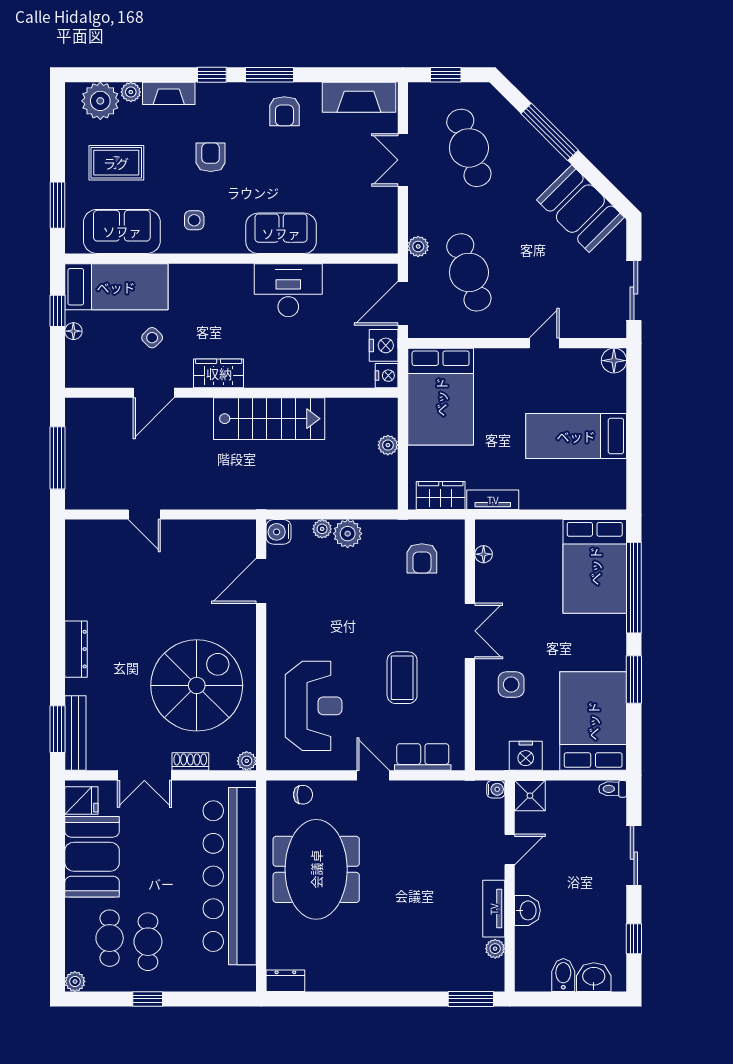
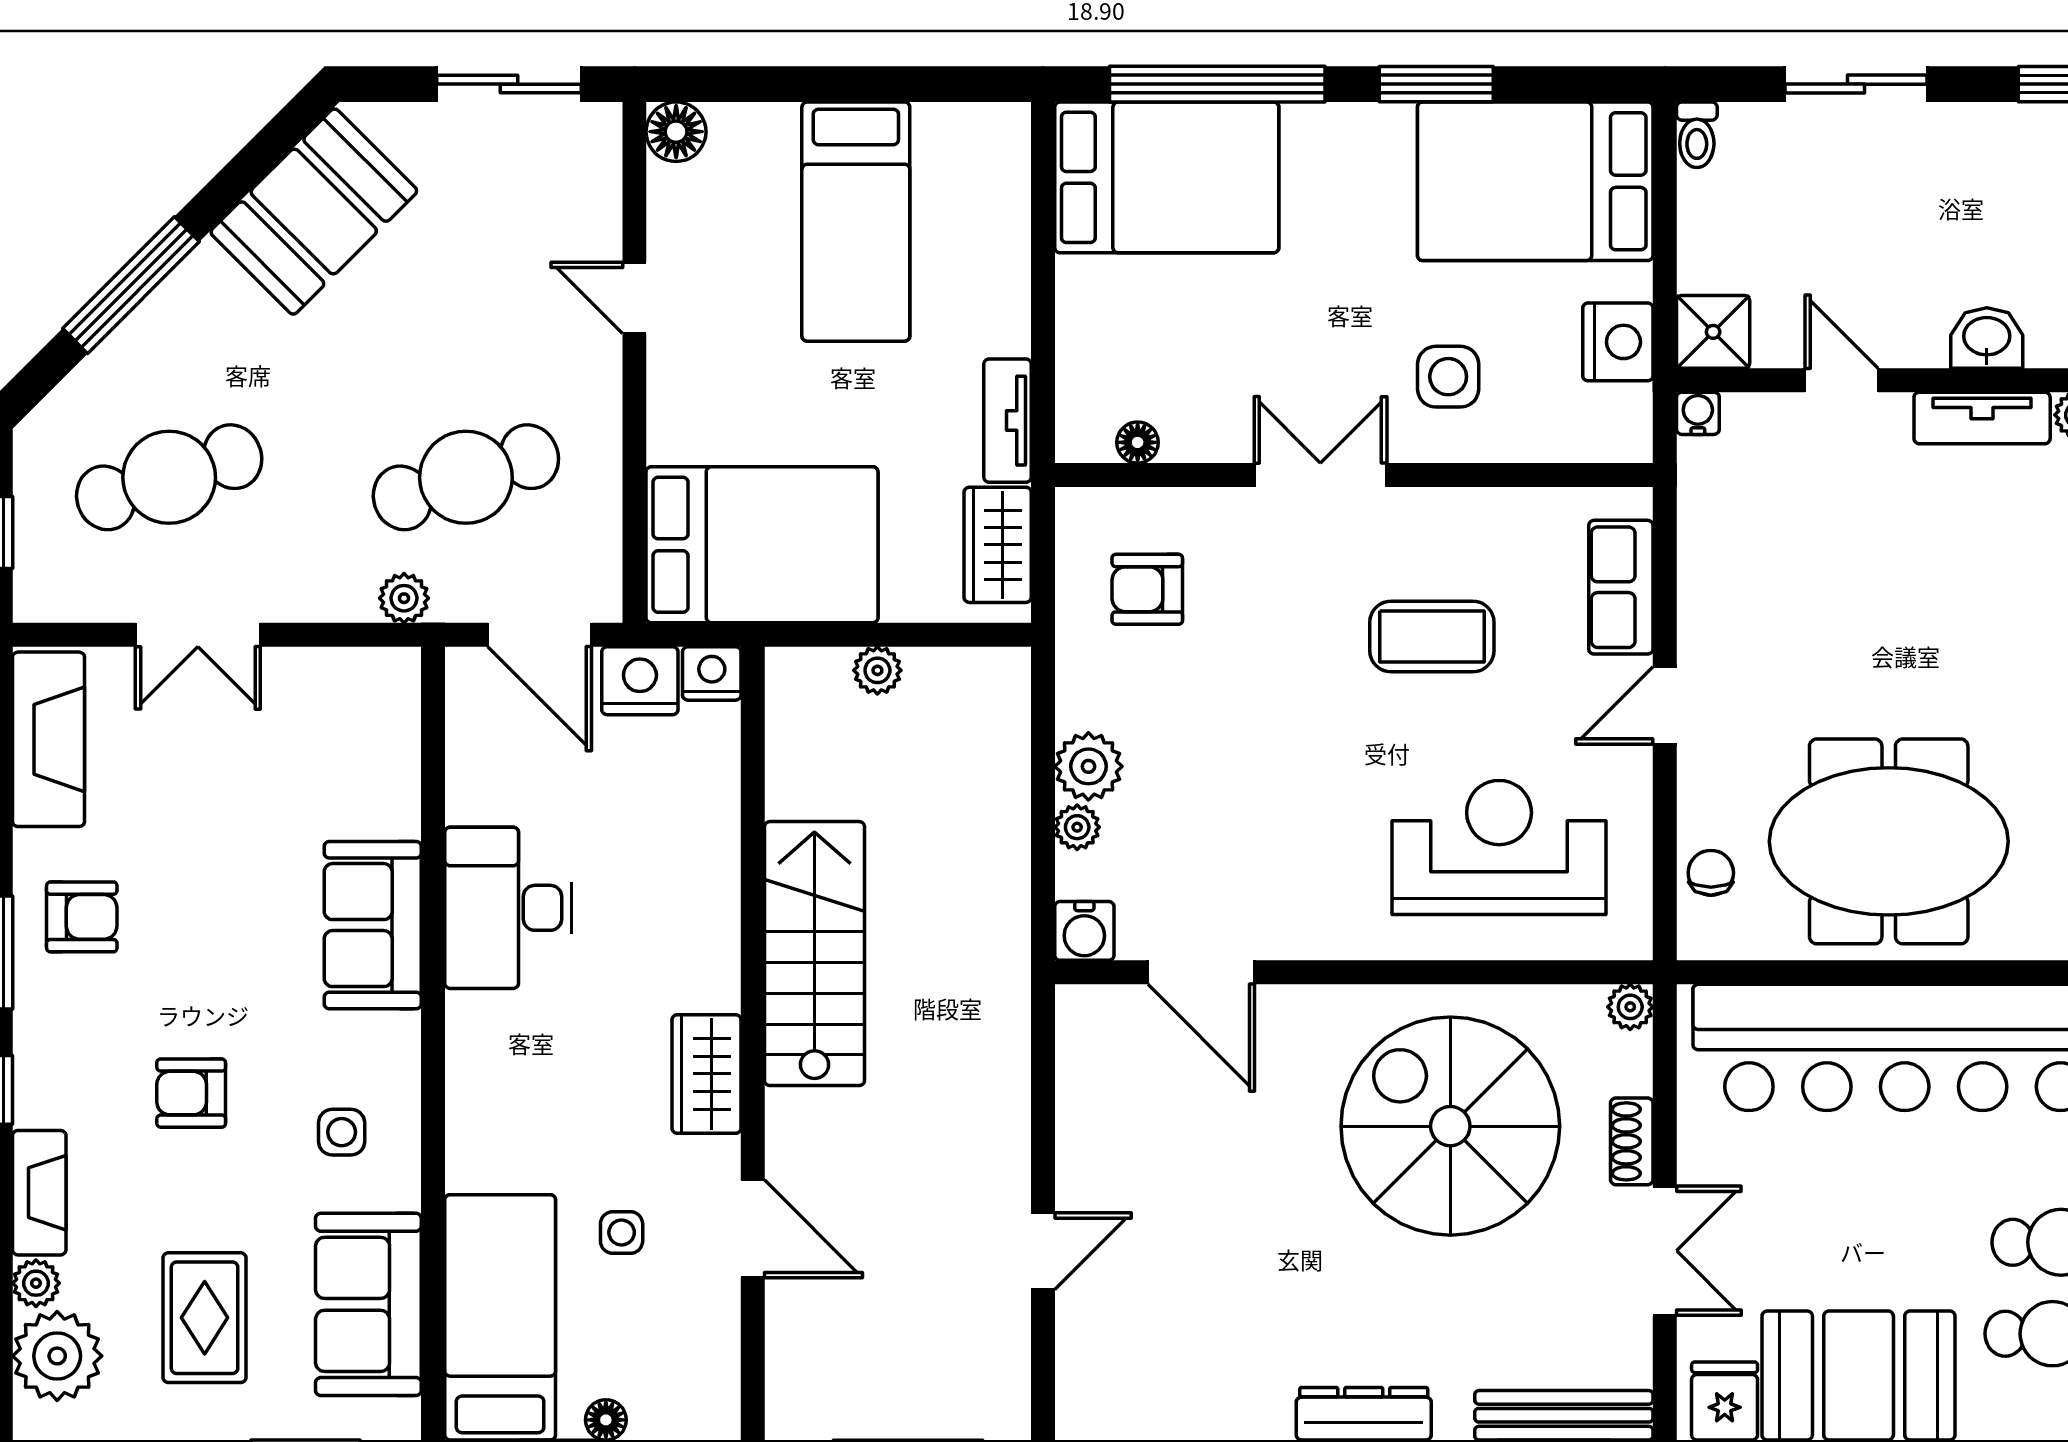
side table: (152, 338) -> (622, 1233), turned 45
armchair: (422, 558) -> (1147, 589), turned 180

